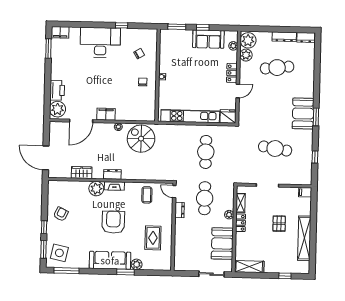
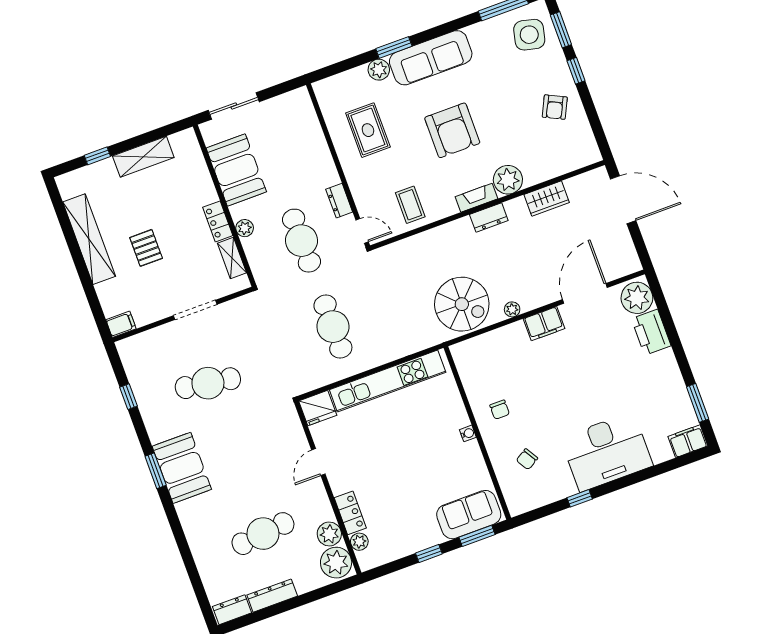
sofa: (208, 39) -> (469, 515), moved
locker: (232, 73) -> (350, 513), moved
shelving: (249, 267) -> (143, 157), moved

